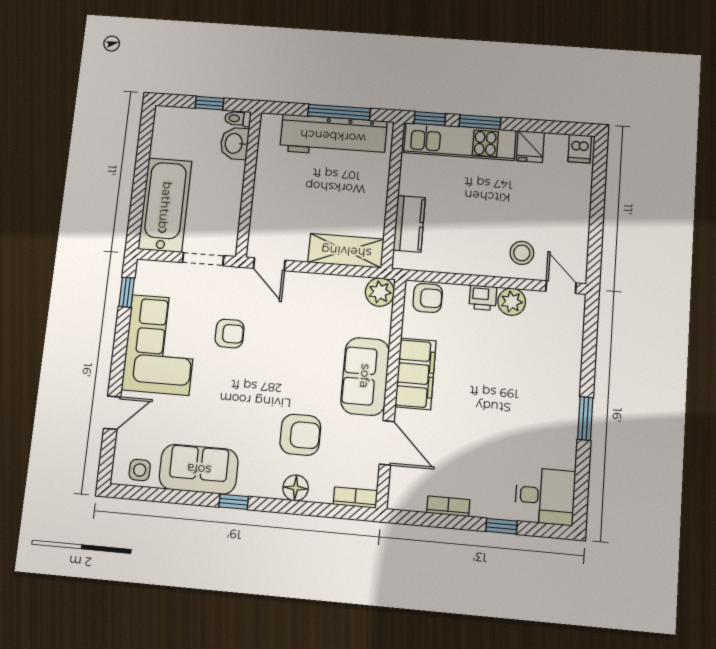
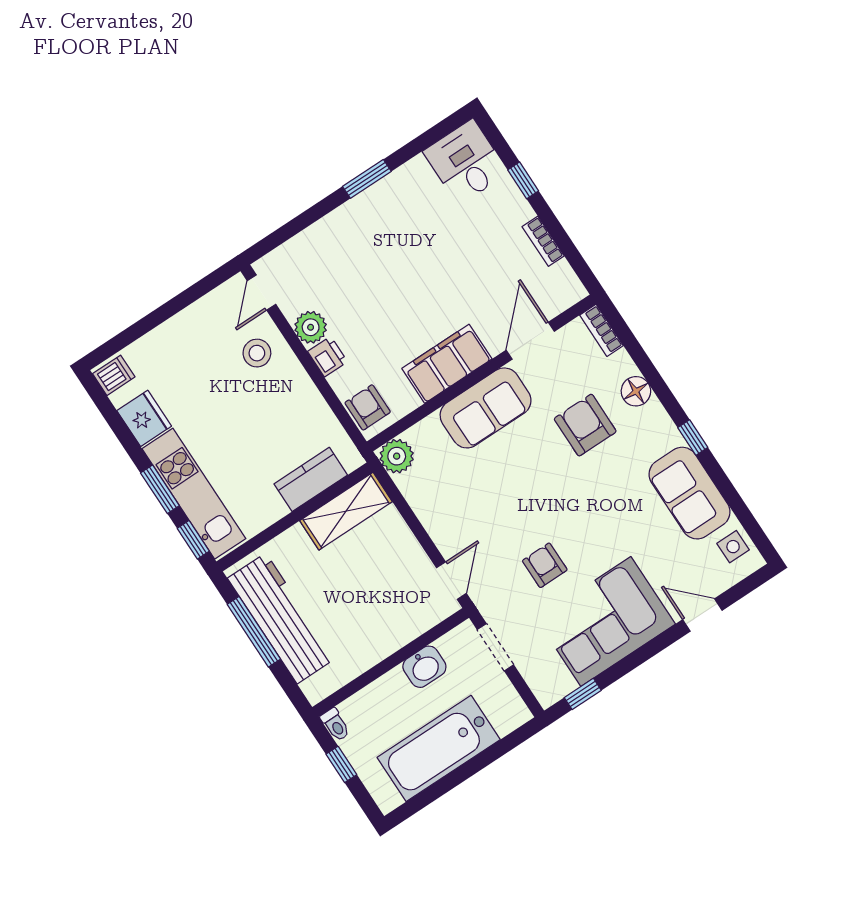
washbasin: (234, 143) -> (424, 667), moved
fridge: (530, 147) -> (144, 418), width x1.38
bathtub: (165, 205) -> (439, 748), moved
shelving: (346, 251) -> (346, 511), moved, turned 90

